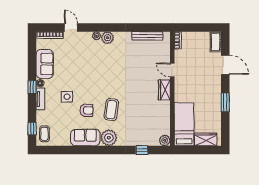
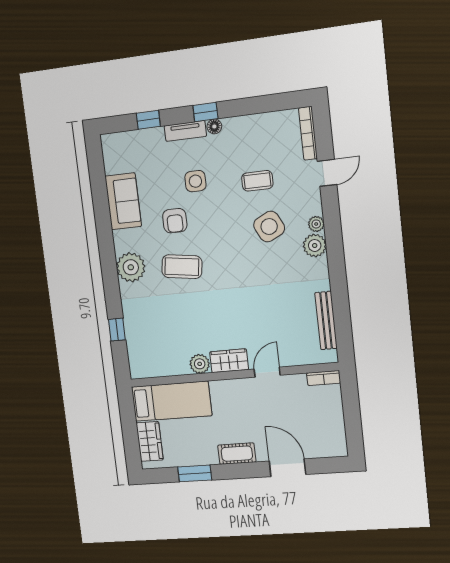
cot: (216, 42) -> (237, 454), moved
side table: (95, 60) -> (269, 227), added
sofa: (45, 64) -> (252, 131), removed
door: (225, 65) -> (288, 468), swing flipped
window: (225, 102) -> (195, 473), moved
window: (32, 129) -> (148, 120), moved
coffee table: (44, 134) -> (257, 181), moved
sofa: (85, 137) -> (123, 201), moved
plant: (165, 140) -> (200, 364), moved

